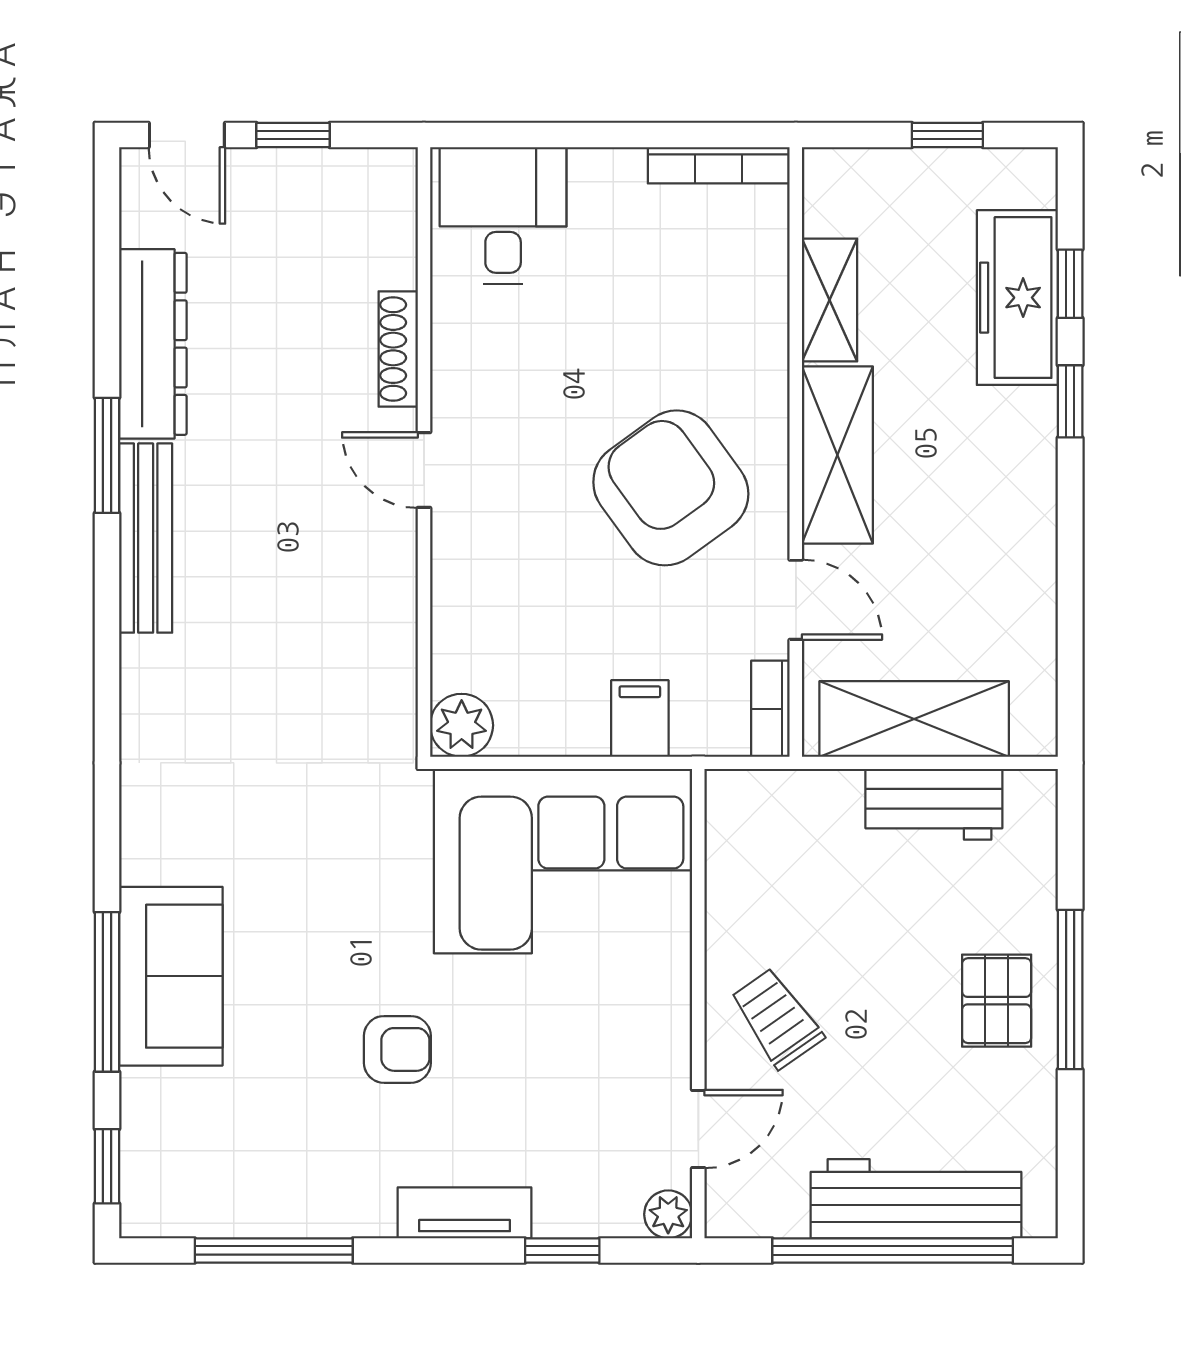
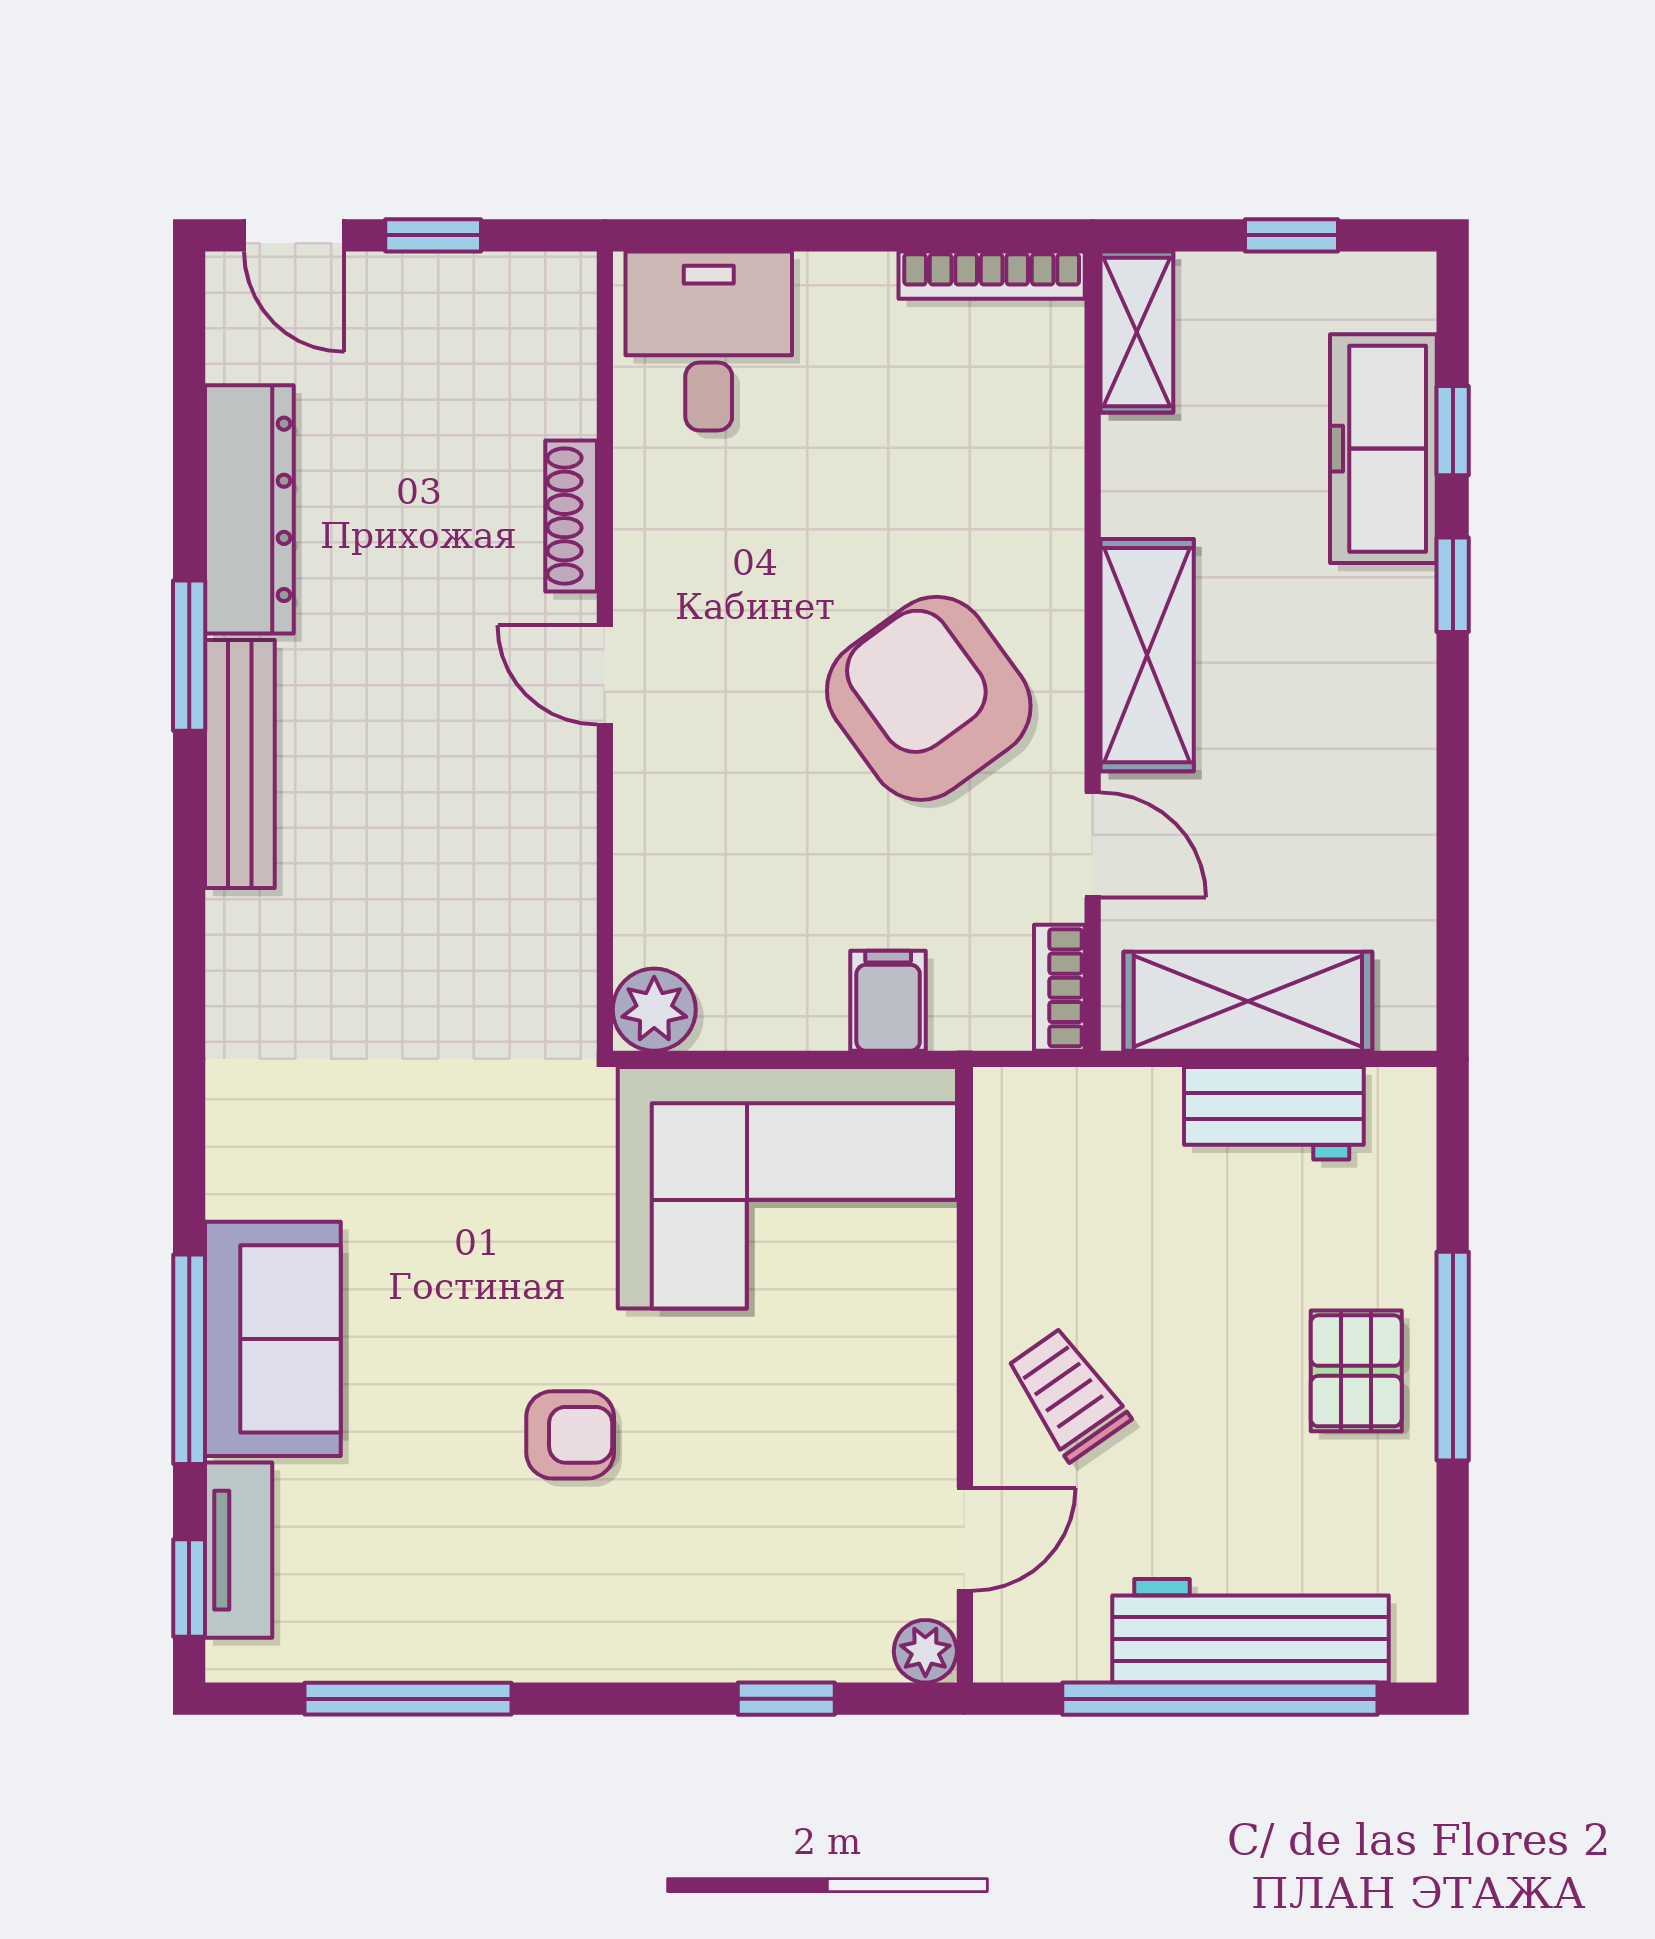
shelving: (830, 300) -> (1137, 332), moved
tv unit: (464, 1213) -> (239, 1550), moved, turned 90

